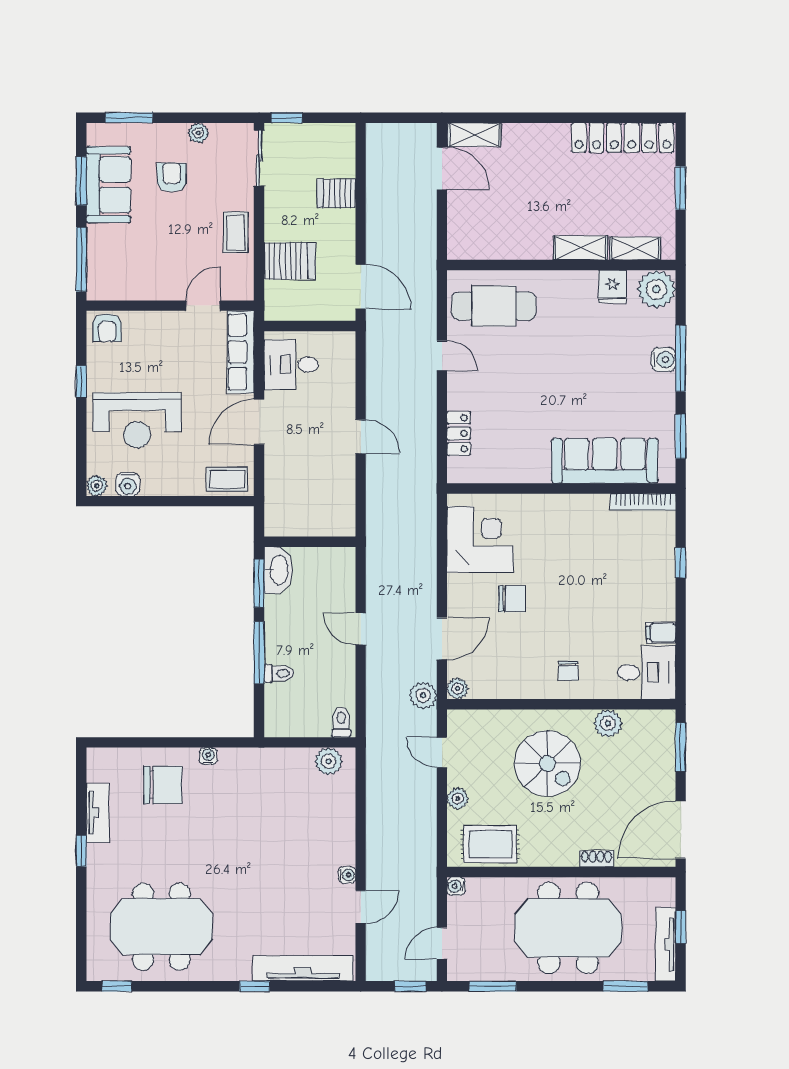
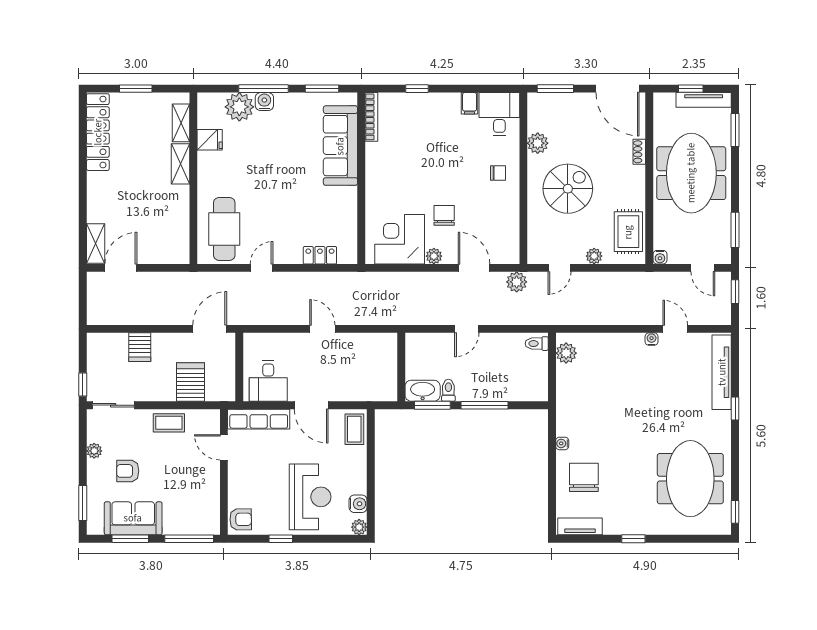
plant: (656, 289) -> (239, 107), moved
door: (361, 437) -> (322, 329), hinge flipped
toilet: (279, 673) -> (448, 390), moved
plant: (458, 689) -> (434, 256), moved
tv unit: (98, 813) -> (580, 526), moved

